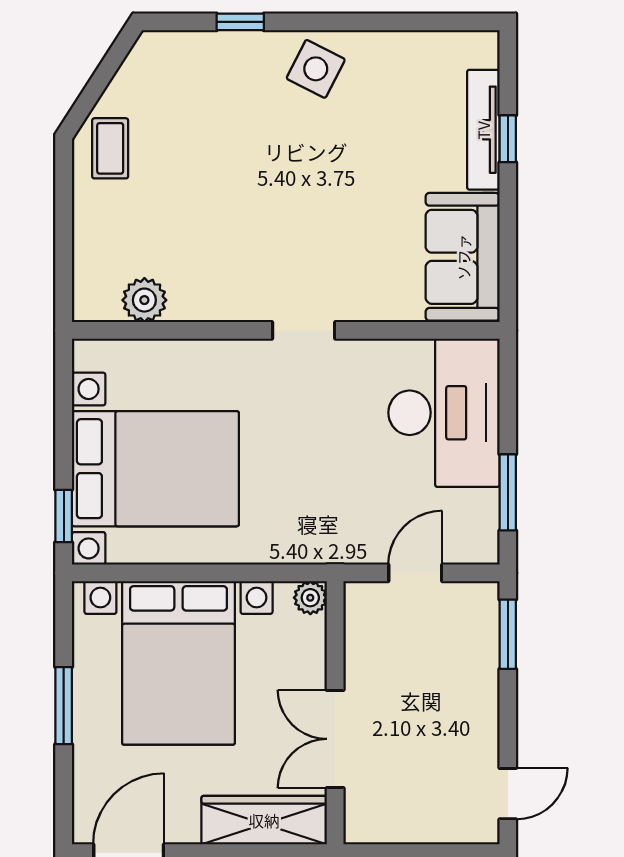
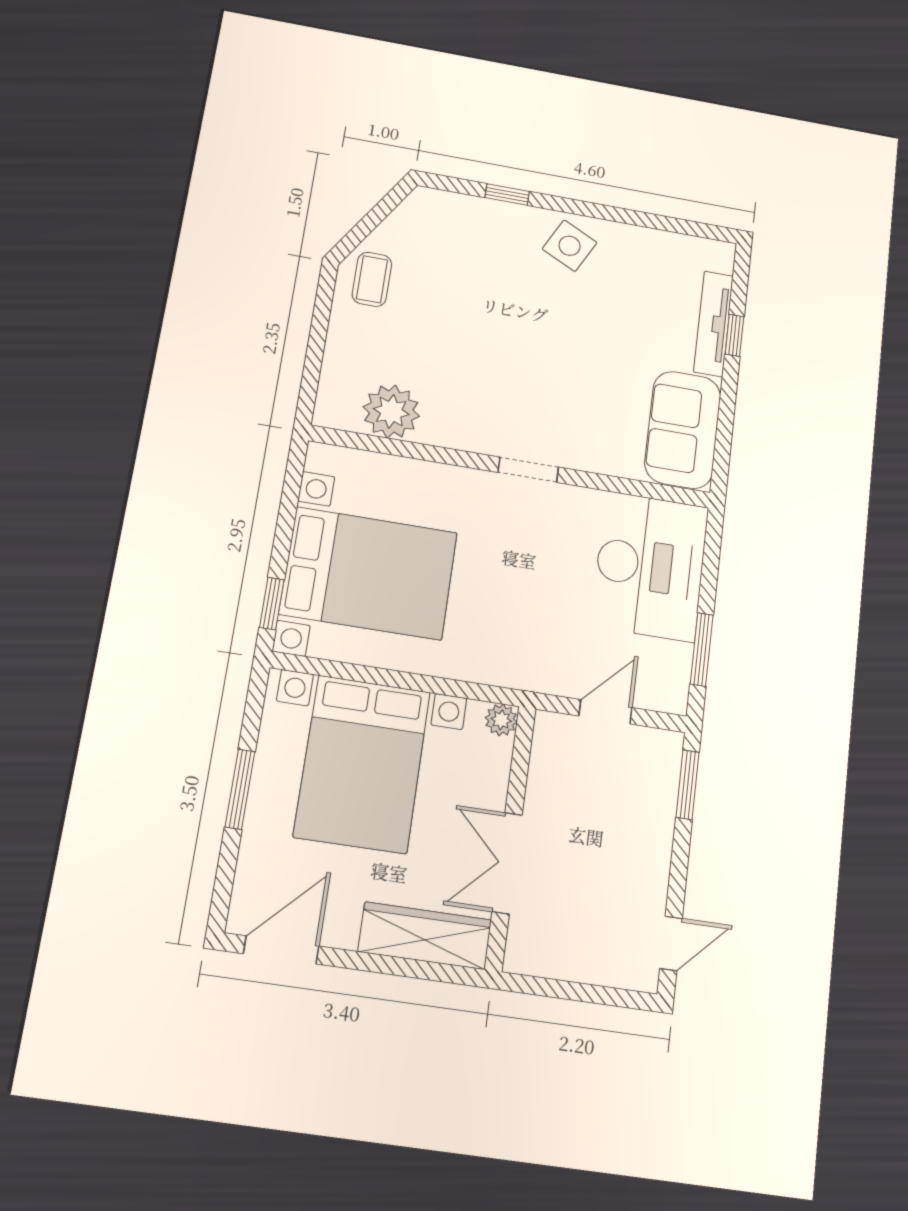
plant: (144, 300) -> (391, 412), width x1.36, depth x1.36

